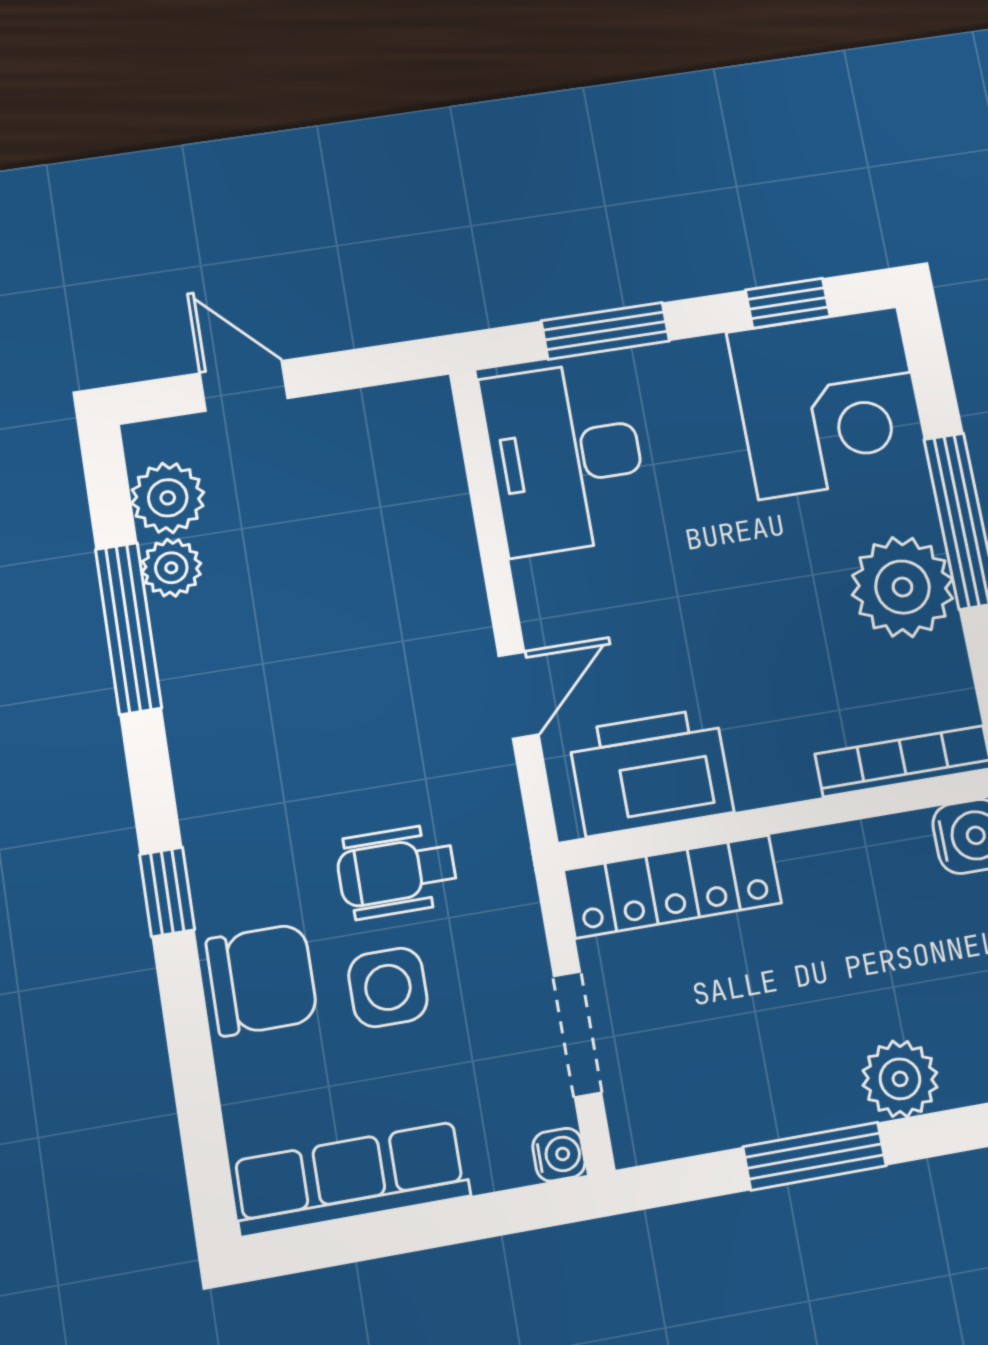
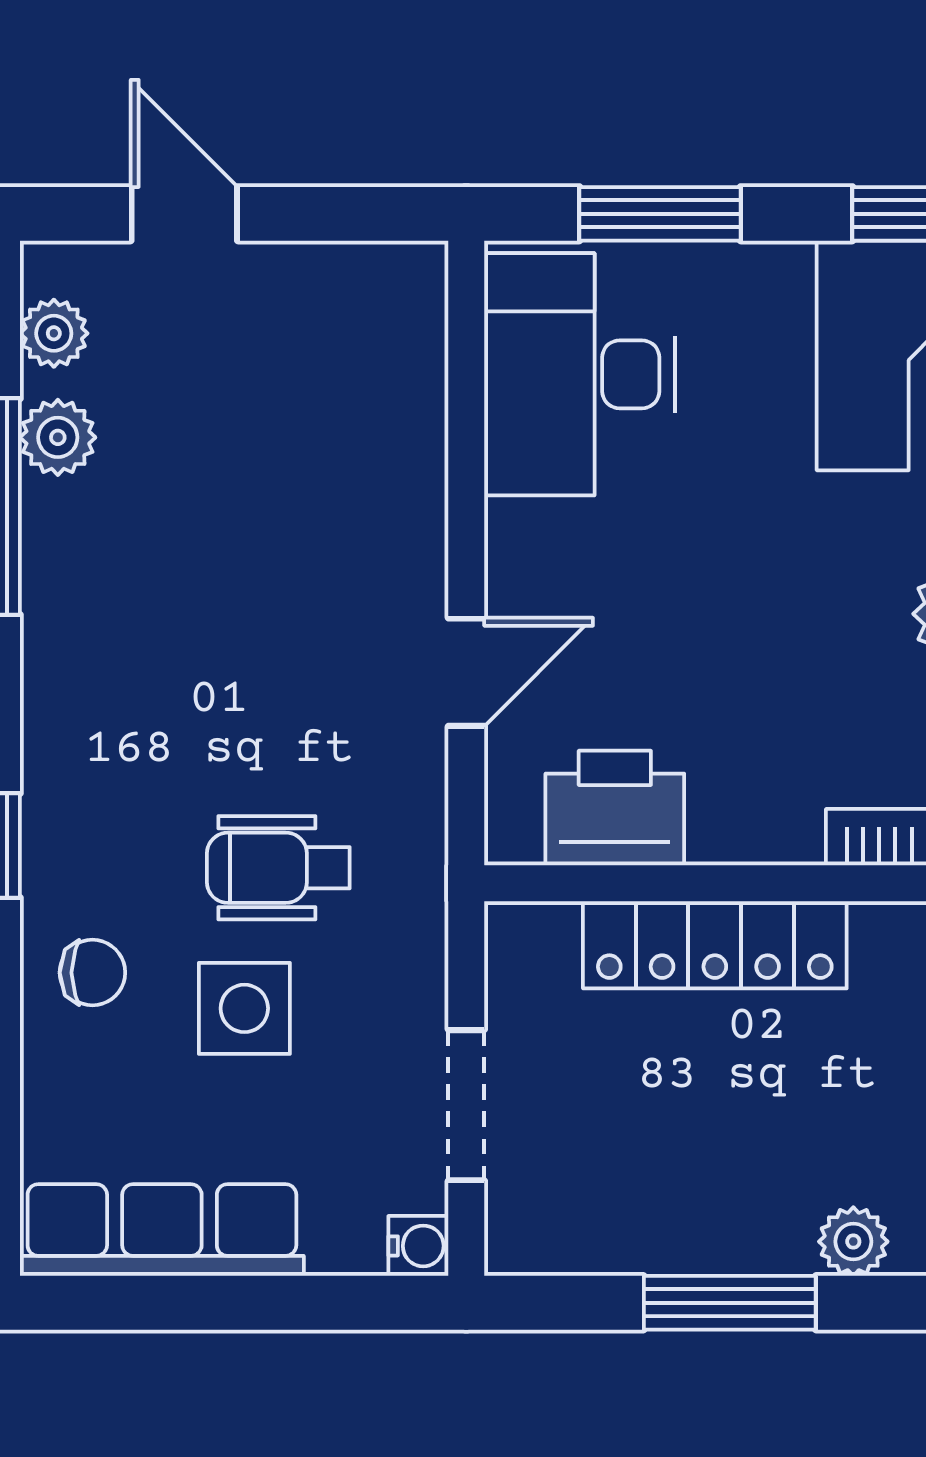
plant: (168, 498) -> (54, 333), width x0.73, depth x0.73
printer: (651, 772) -> (615, 808), width x0.73, depth x0.84
locker: (672, 887) -> (715, 945), moved
chair: (262, 980) -> (92, 973), width x0.54, depth x0.54
plant: (900, 1079) -> (853, 1242), width x0.73, depth x0.73

